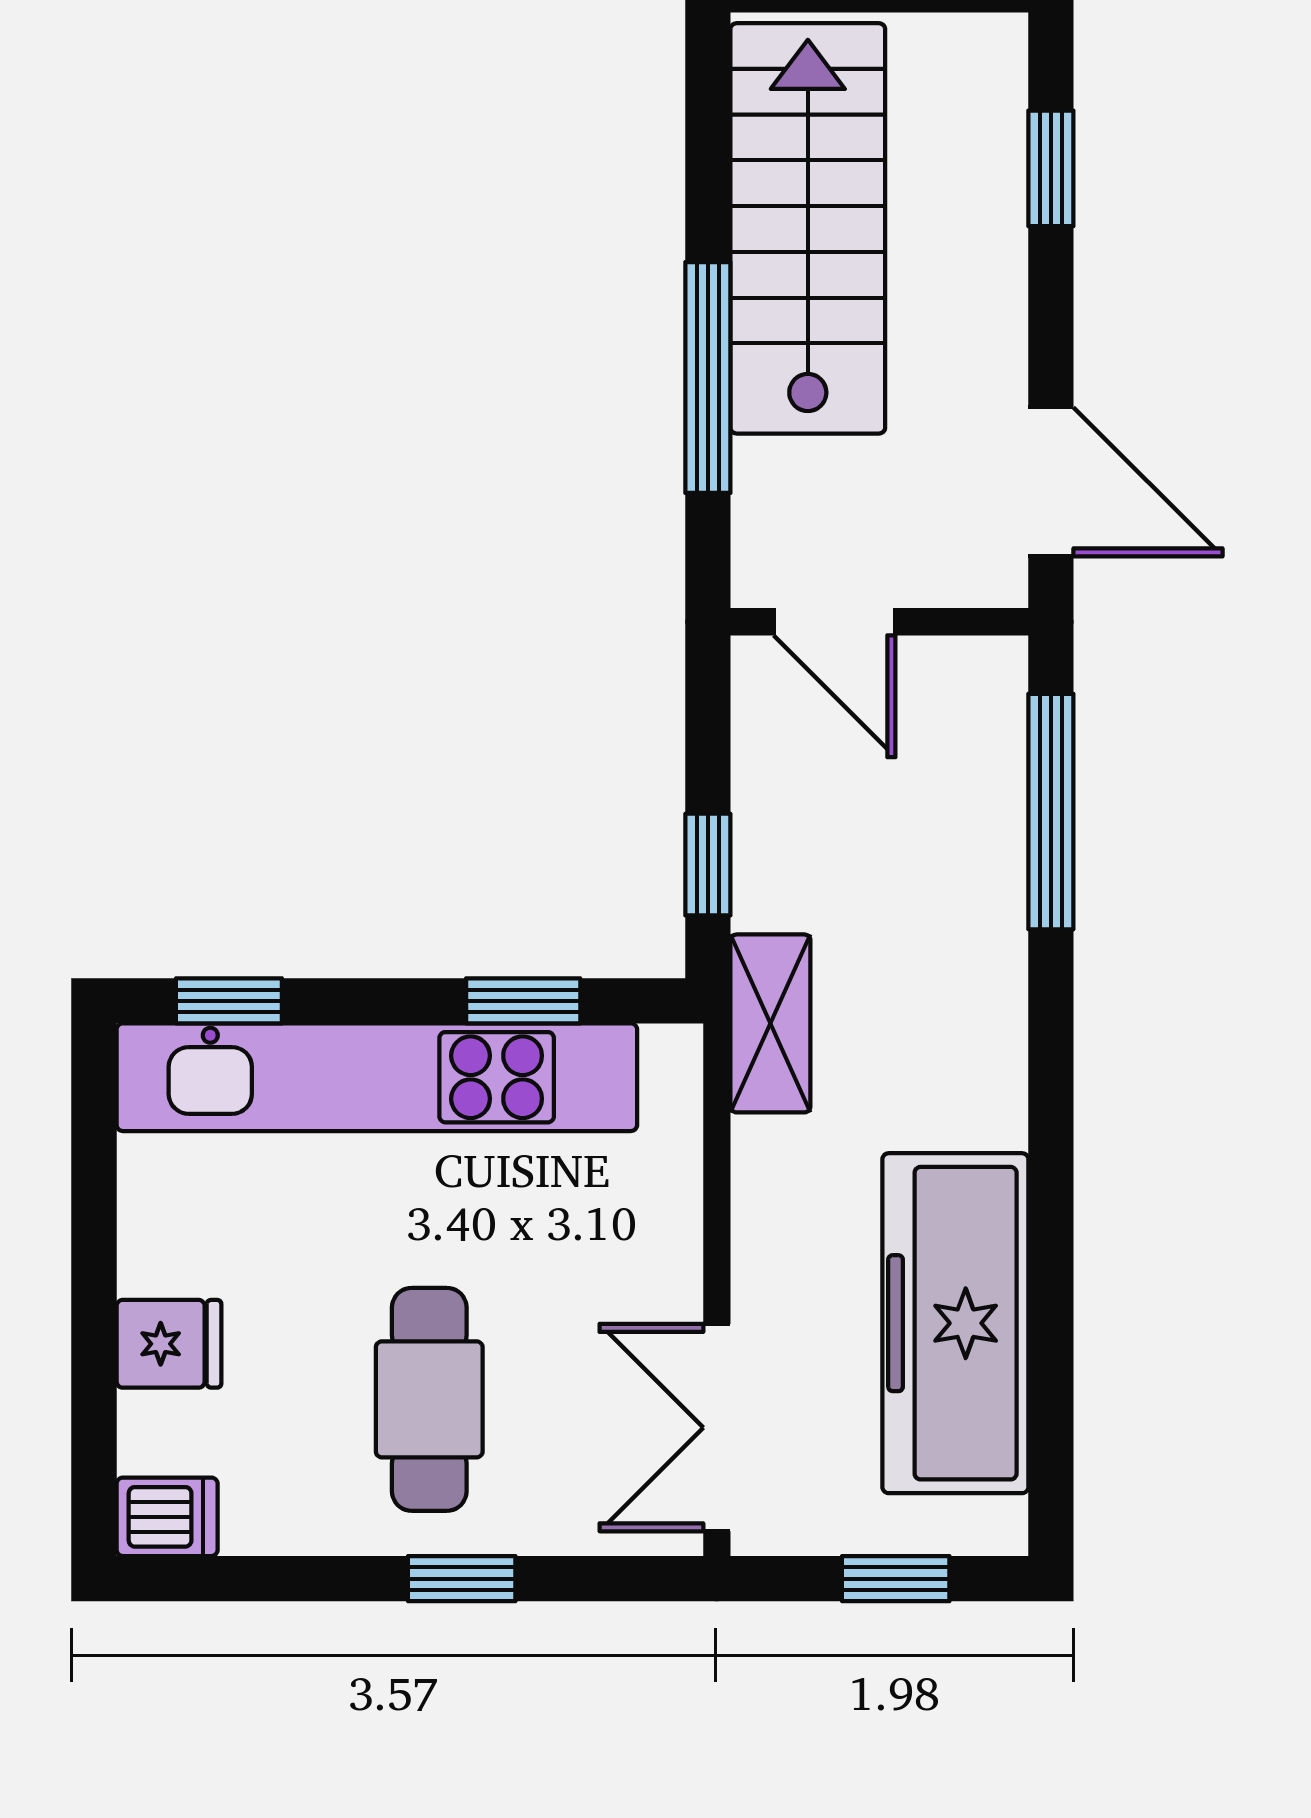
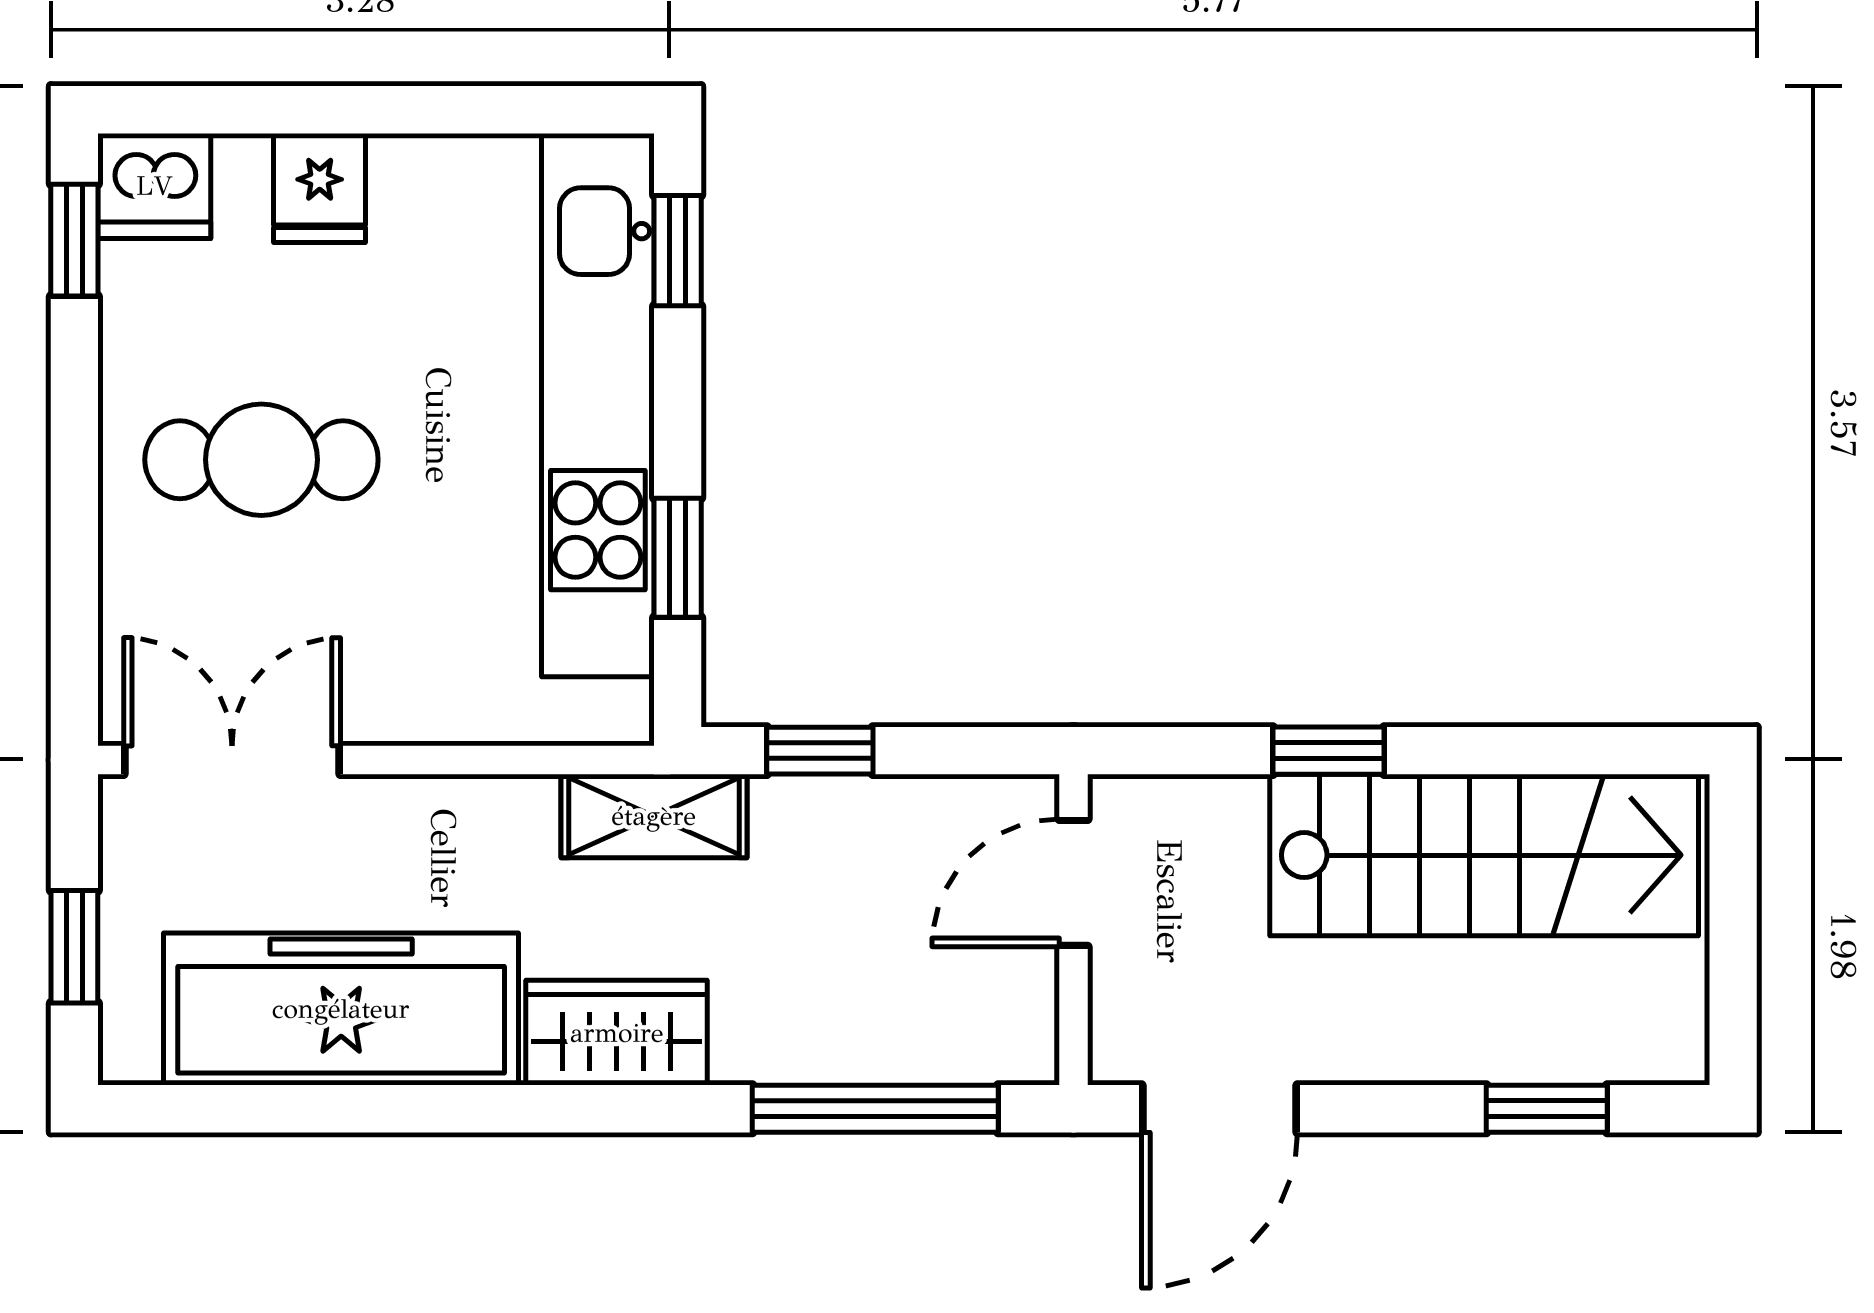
window: (708, 378) -> (1328, 751), width x0.46
wardrobe: (978, 1059) -> (617, 1033), added
dishwasher: (167, 1517) -> (154, 186), width x1.38
window: (462, 1579) -> (74, 240), moved

